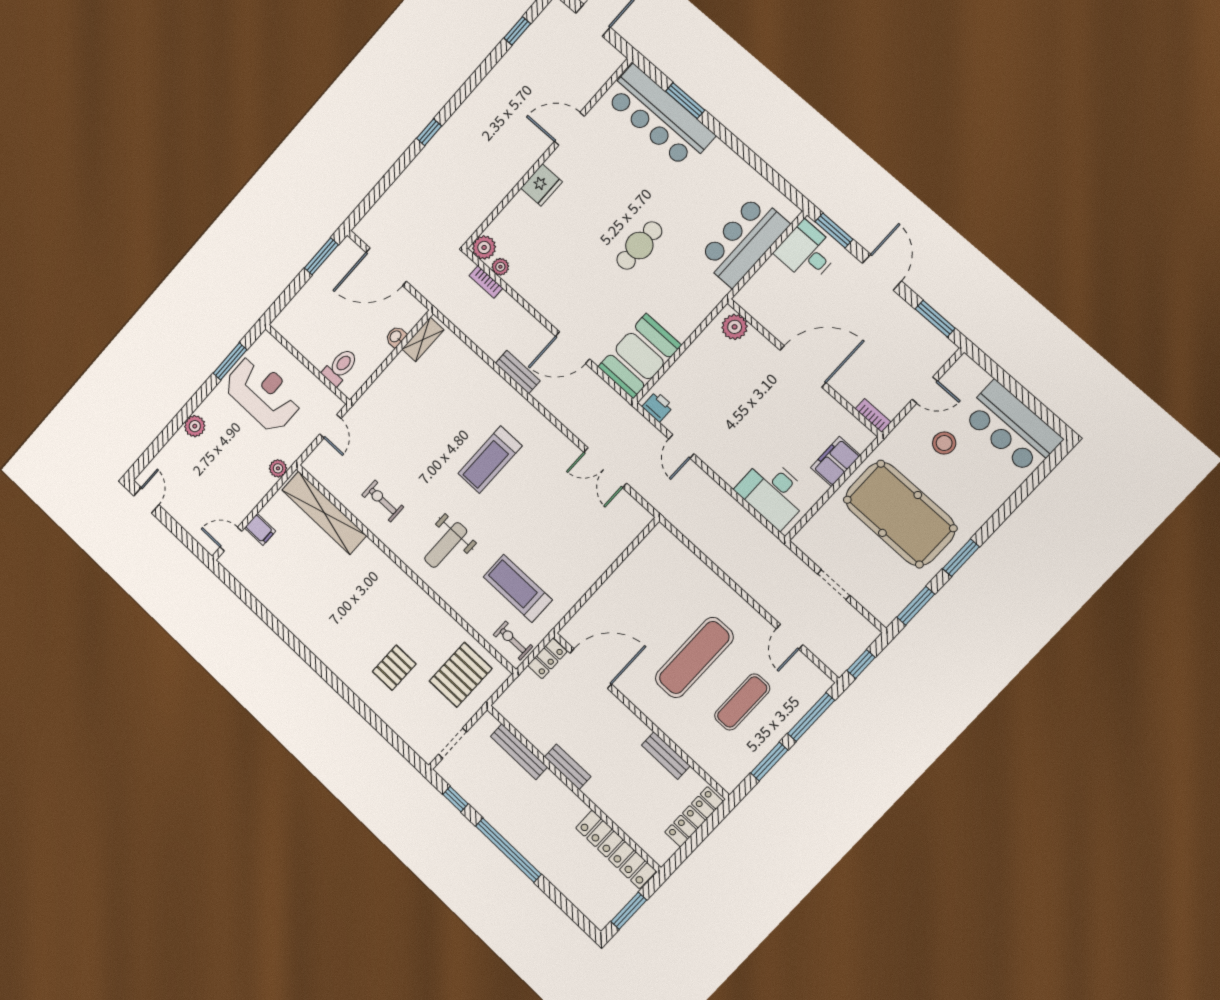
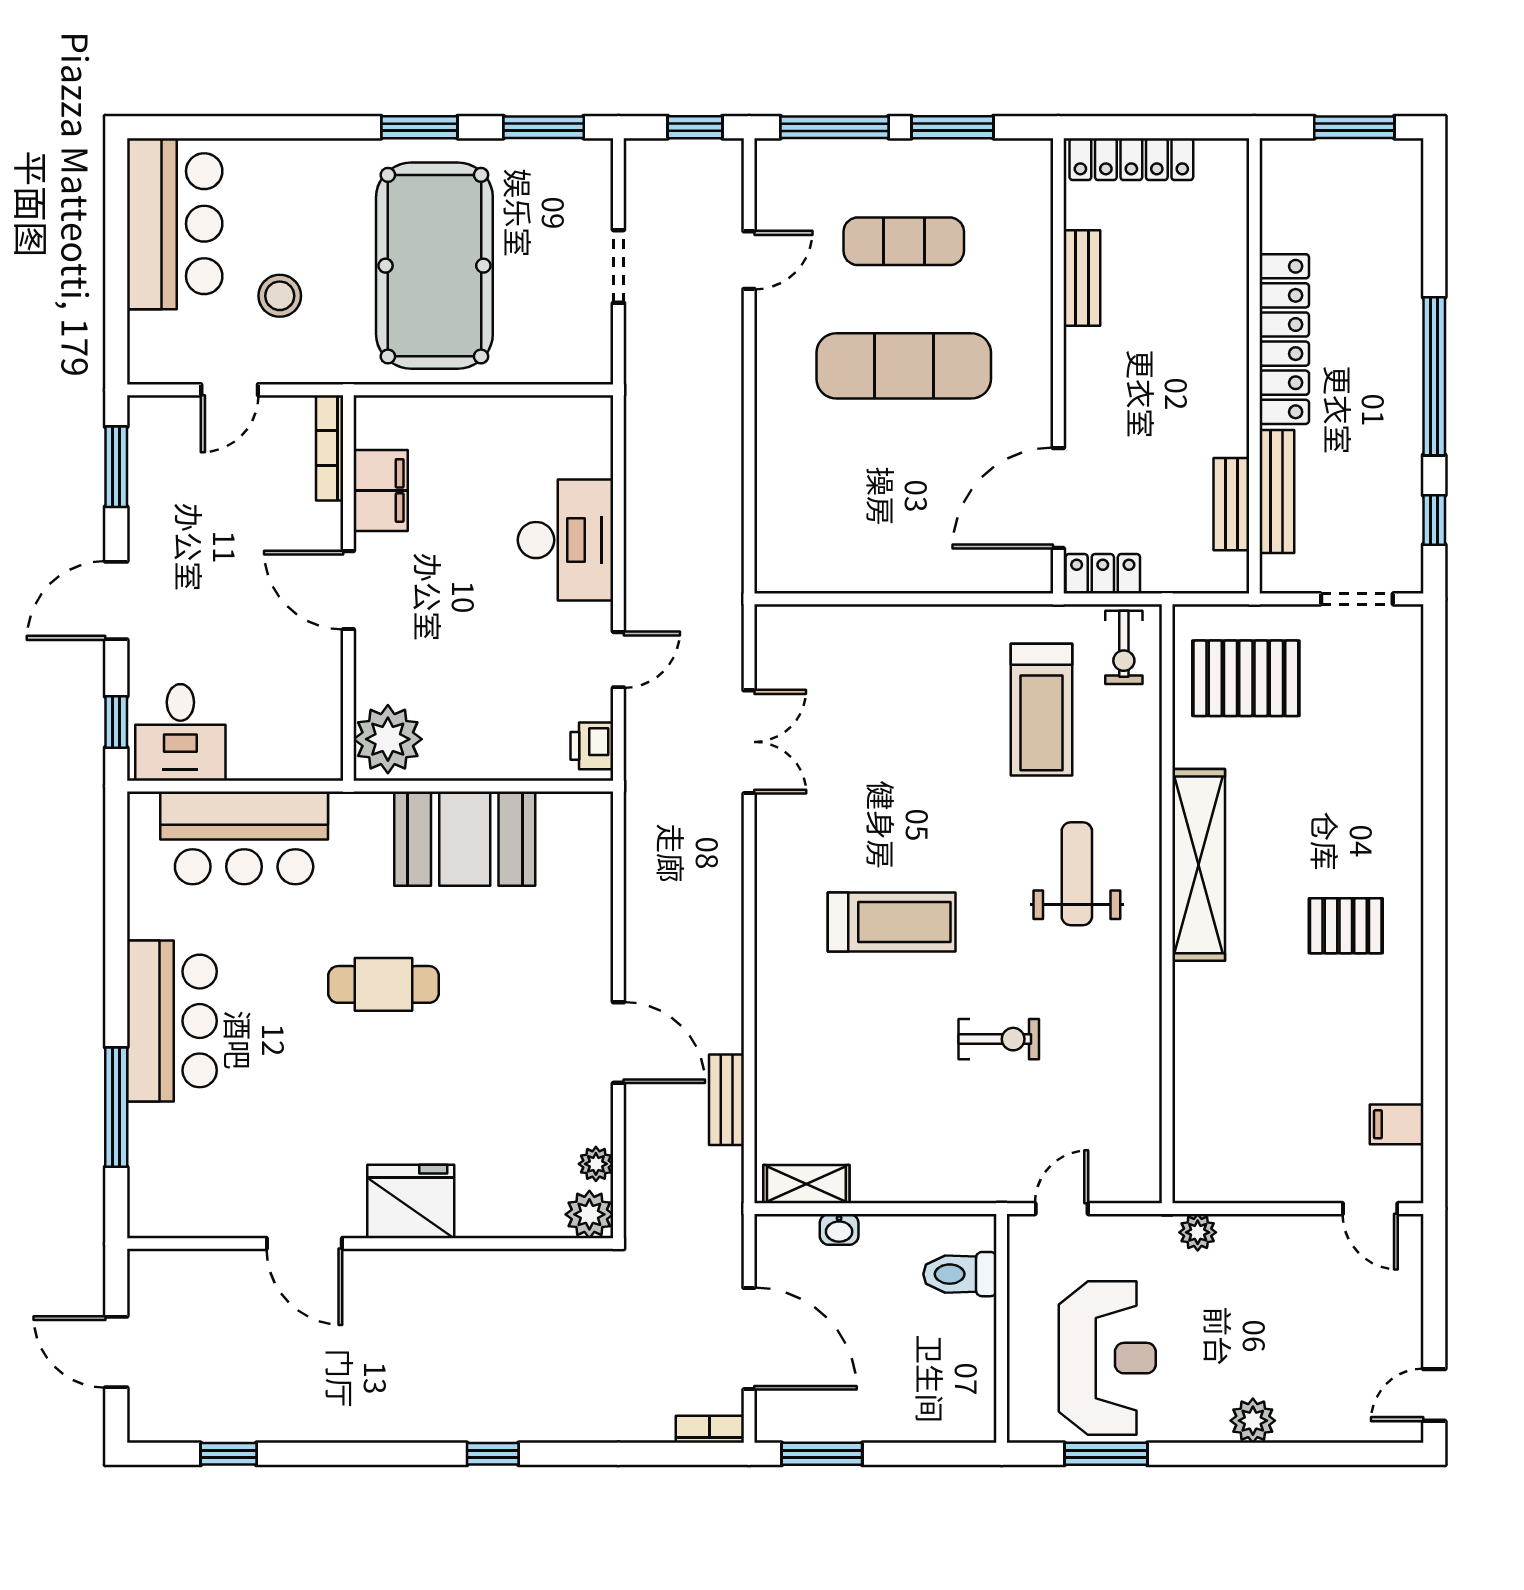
window: (685, 101) -> (116, 1107), width x1.44
bar counter: (659, 116) -> (172, 1021), moved, width x0.73
fridge: (542, 185) -> (411, 1201), width x1.36, depth x1.34
window: (834, 230) -> (116, 722), width x0.67
bookcase: (486, 282) -> (710, 1429), moved, turned -90
plant: (735, 327) -> (388, 739), width x1.36, depth x1.36
door: (573, 348) -> (618, 1043), moved
booth: (640, 356) -> (465, 839), moved
door: (803, 367) -> (348, 590), width x0.73
bench: (518, 372) -> (727, 1100), moved
door: (925, 390) -> (230, 390), swing flipped
reception desk: (263, 393) -> (1107, 1358), turned 180
bookcase: (873, 416) -> (330, 448), width x1.56
filing cabinet: (835, 461) -> (381, 490), moved, turned -90
desk: (773, 493) -> (566, 540), moved
exercise bike: (383, 501) -> (999, 1039), moved, turned -90
shelving: (324, 513) -> (1199, 865), moved
filing cabinet: (260, 529) -> (1397, 1124), moved, turned -90
weight bench: (446, 545) -> (1077, 874), turned -90
pallet: (394, 668) -> (1346, 926), moved
door: (591, 669) -> (1058, 498), hinge flipped
bench: (568, 767) -> (1231, 504), moved
locker: (616, 849) -> (1284, 339), moved

